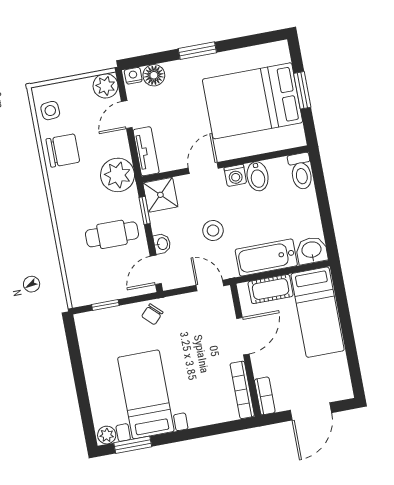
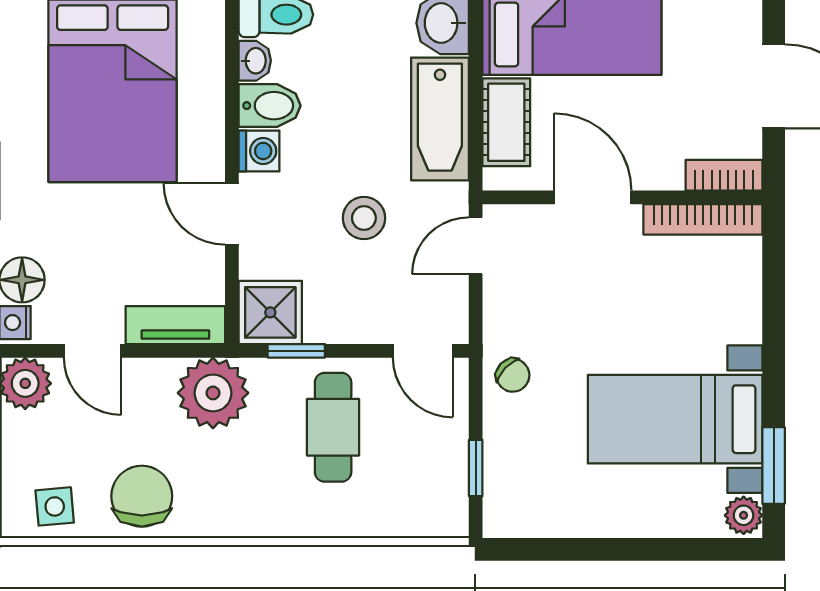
washbasin: (162, 244) -> (255, 61), moved, turned 90

